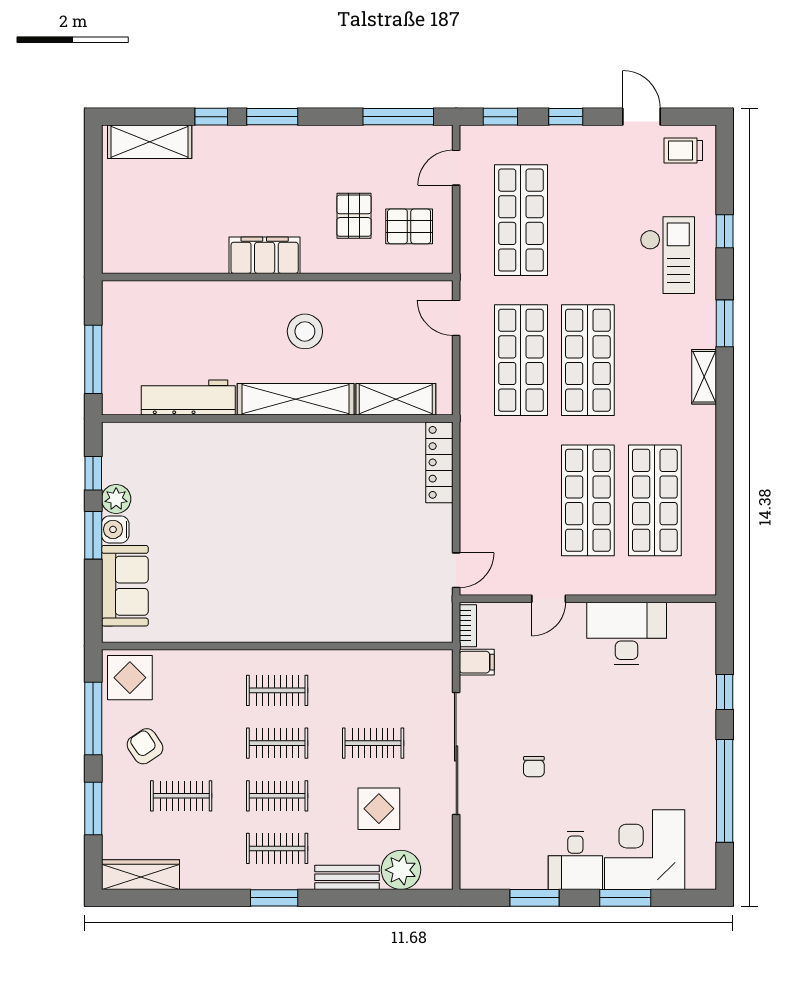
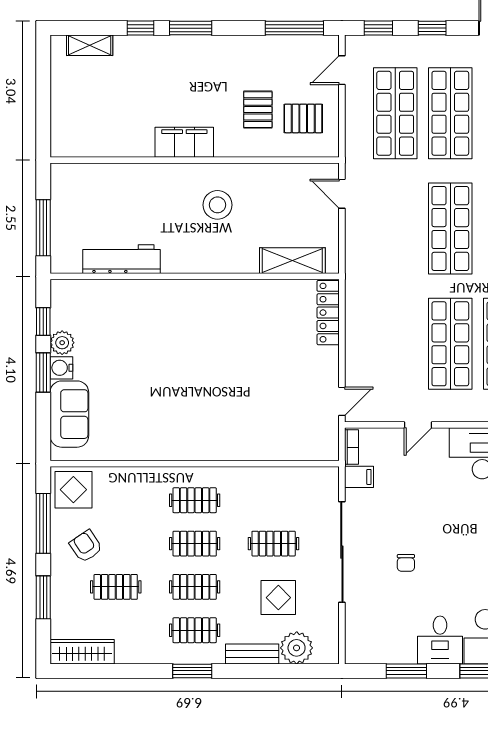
shelving: (150, 142) -> (90, 45), width x0.67, depth x0.75
shop shelf: (521, 360) -> (450, 113), moved
shelving: (296, 399) -> (210, 261), removed

